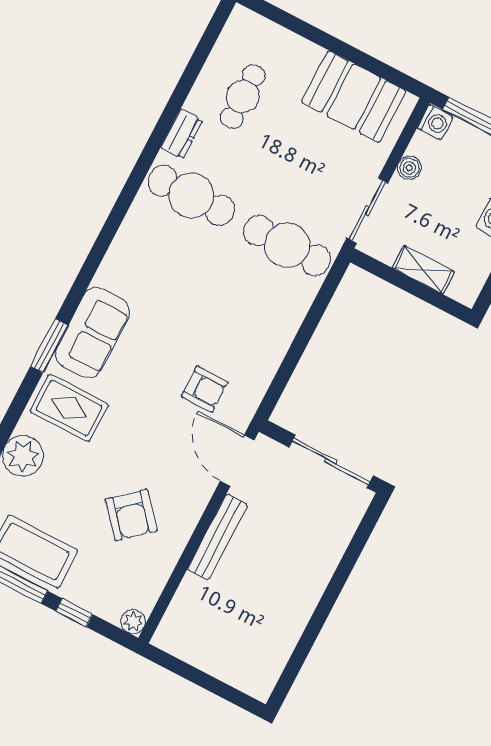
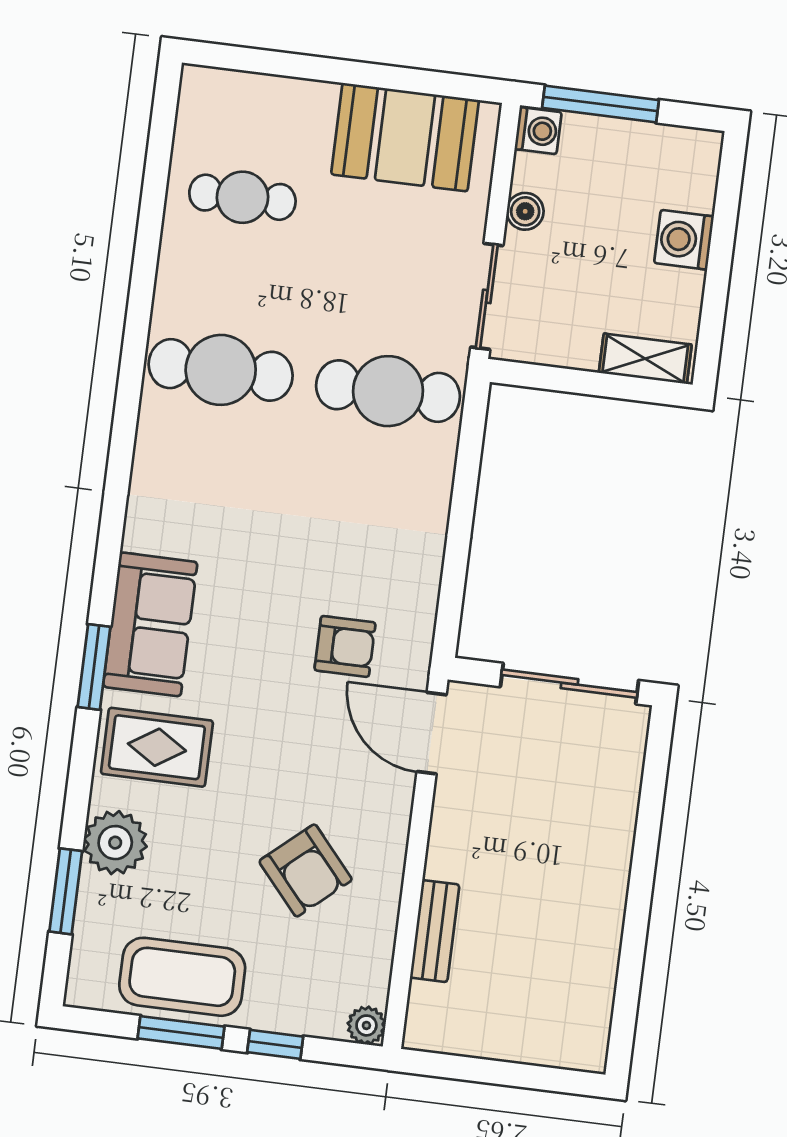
cafe table: (243, 97) -> (242, 197), turned 90
dresser: (182, 134) -> (173, 285), removed
shelving: (423, 270) -> (645, 359), moved
bench: (218, 537) -> (435, 931), moved, width x0.73

